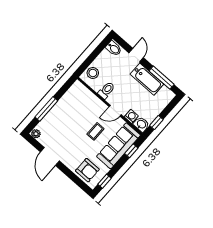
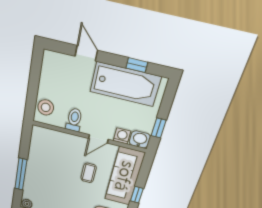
bidet: (114, 49) -> (52, 61), removed
window: (161, 78) -> (137, 65), width x0.46
bathtub: (147, 79) -> (125, 84), width x1.36, depth x1.36
window: (131, 151) -> (137, 195), moved

